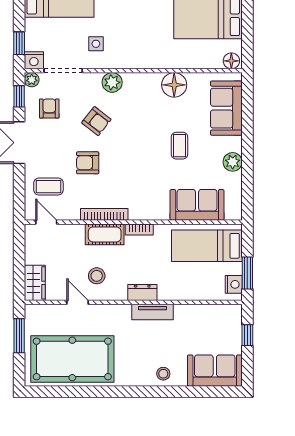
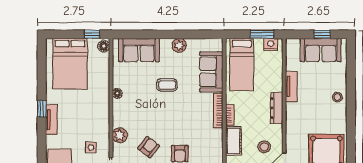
window: (247, 45) -> (92, 34), added
floor lamp: (174, 85) -> (117, 93), width x0.53, depth x0.53
bookcase: (104, 214) -> (218, 111), moved
dresser: (142, 292) -> (277, 108), width x1.44
tv unit: (152, 312) -> (291, 86), moved
window: (247, 335) -> (322, 34), moved
sofa: (215, 371) -> (321, 50), moved, turned -90

